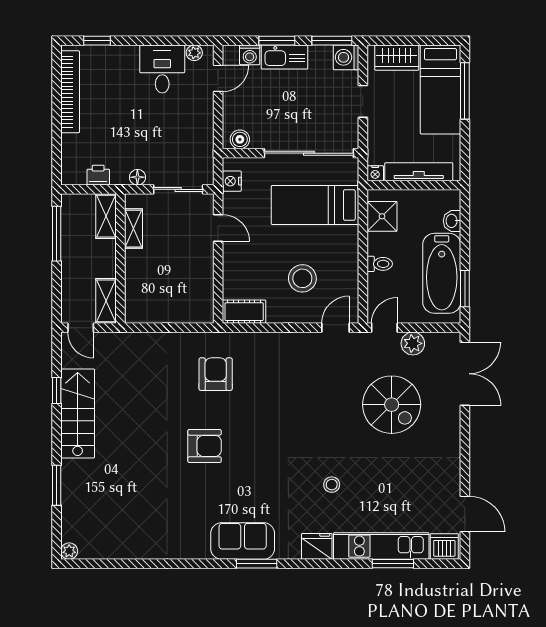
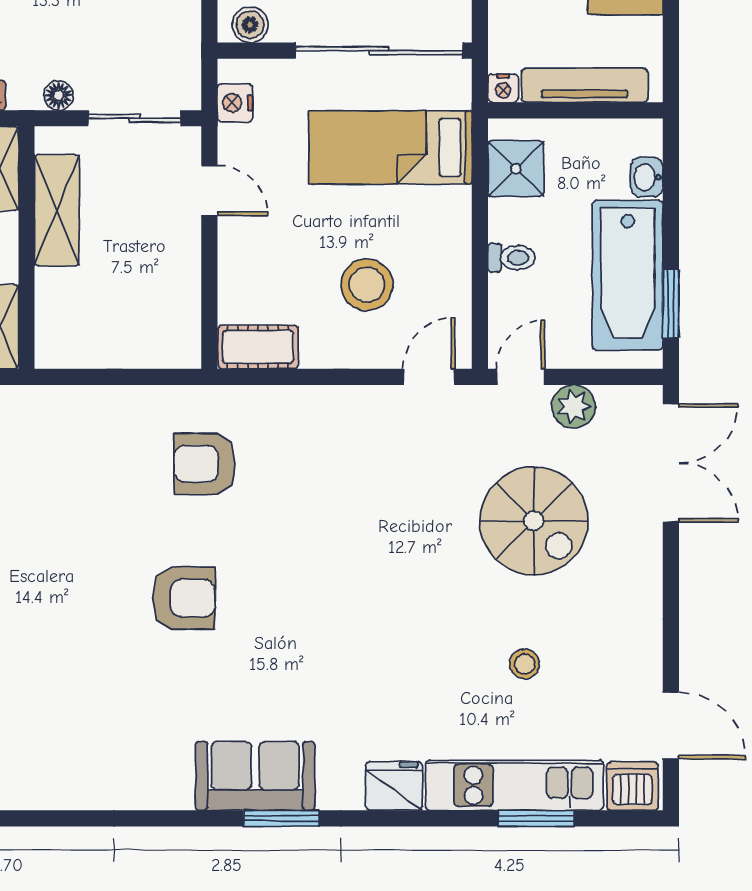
shelving: (134, 229) -> (57, 210), width x1.50, depth x1.33
armchair: (216, 374) -> (205, 464), turned -90
stool: (332, 485) -> (525, 664), moved

